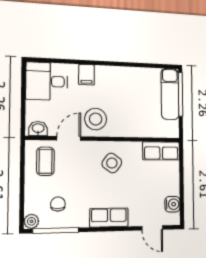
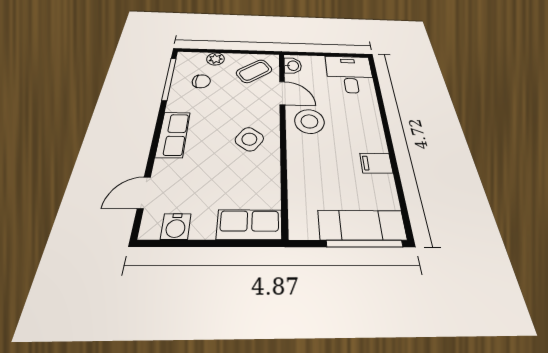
filing cabinet: (87, 75) -> (376, 163), moved
row of seats: (161, 151) -> (249, 225), moved, turned 90
coffee table: (45, 161) -> (254, 71), turned -35
plant: (31, 221) -> (216, 59), moved

